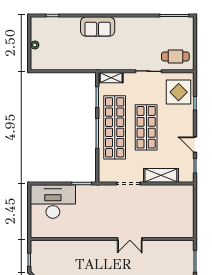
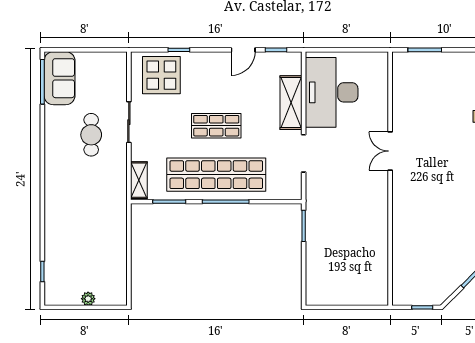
sofa: (98, 27) -> (60, 78), moved
cafe table: (175, 56) -> (91, 135), moved
shop shelf: (146, 127) -> (216, 126), width x0.70, depth x0.74
desk: (53, 201) -> (332, 92), moved
double door: (130, 239) -> (390, 151), swing flipped

